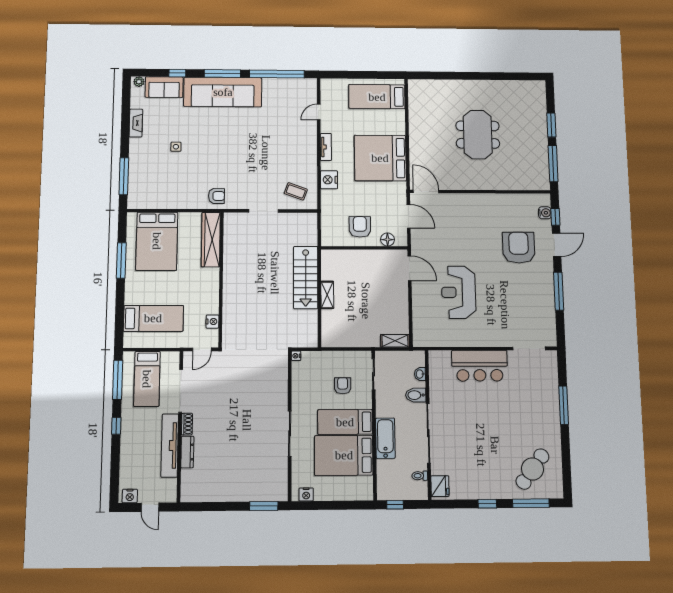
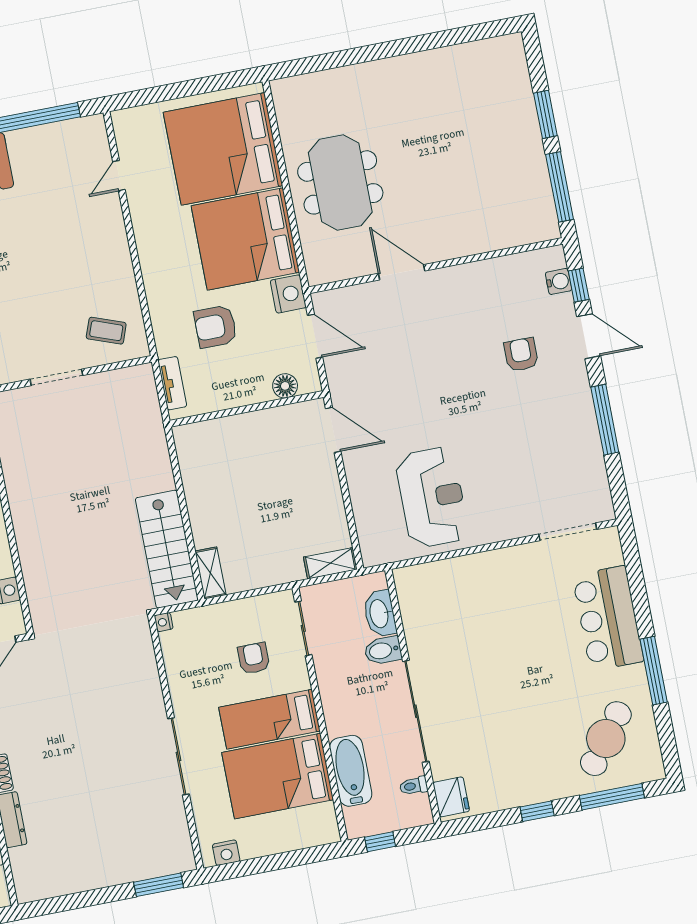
bed: (377, 97) -> (223, 149), width x2.04
meeting table: (478, 135) -> (340, 182), moved
tv unit: (326, 147) -> (172, 383), moved
nightstand: (329, 180) -> (288, 294), moved, turned 180
door: (426, 191) -> (402, 272), moved
armchair: (360, 227) -> (215, 327), moved, turned -90
door: (557, 245) -> (589, 336), hinge flipped
armchair: (519, 248) -> (521, 355), width x0.53, depth x0.53
stairs: (306, 277) -> (167, 549), moved
reception desk: (459, 292) -> (432, 497), moved, turned 180
shelving: (327, 295) -> (210, 573), moved
bar counter: (480, 366) -> (608, 618), moved, turned 90
washbasin: (420, 374) -> (380, 614), width x1.91, depth x1.45
window: (564, 405) -> (654, 671), moved
bathtub: (385, 438) -> (351, 771), moved

